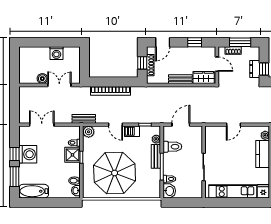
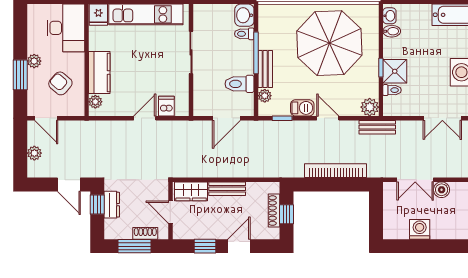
door: (163, 42) -> (239, 246), moved
dishwasher: (219, 132) -> (166, 106), added

